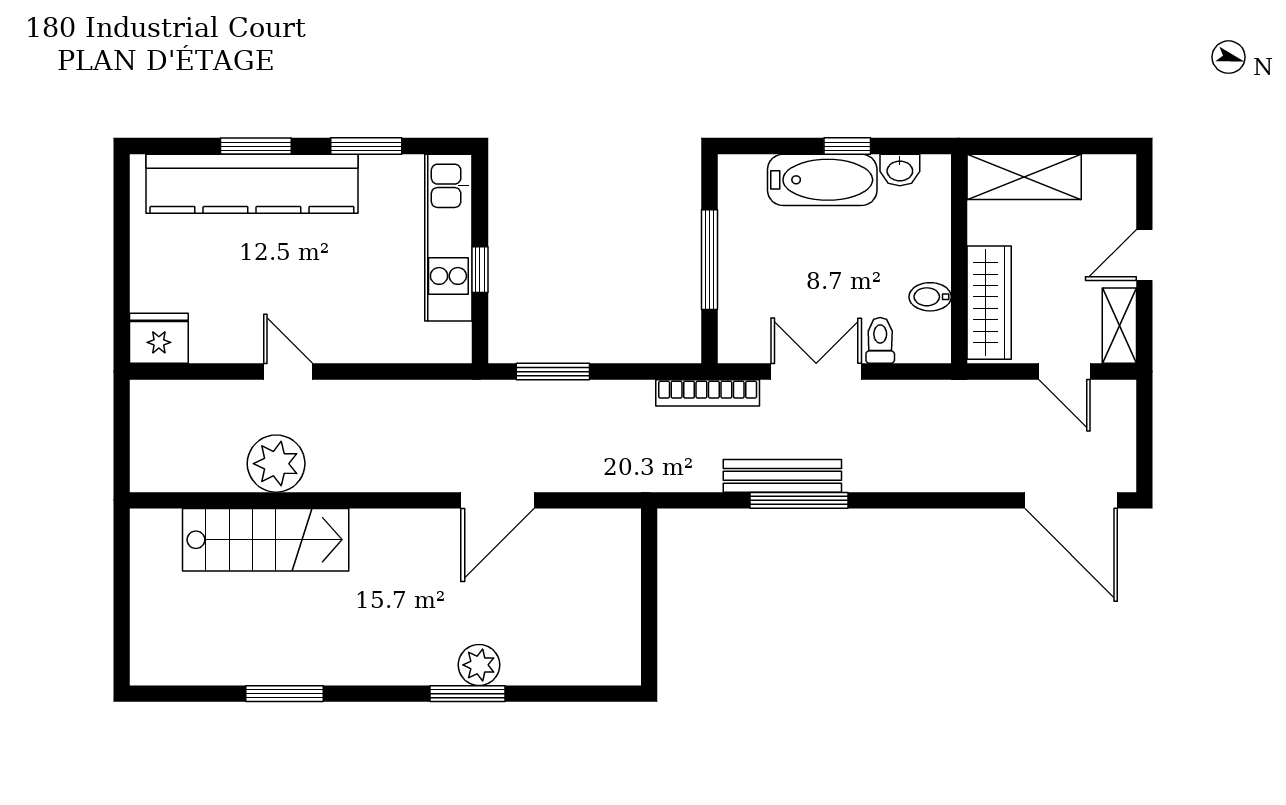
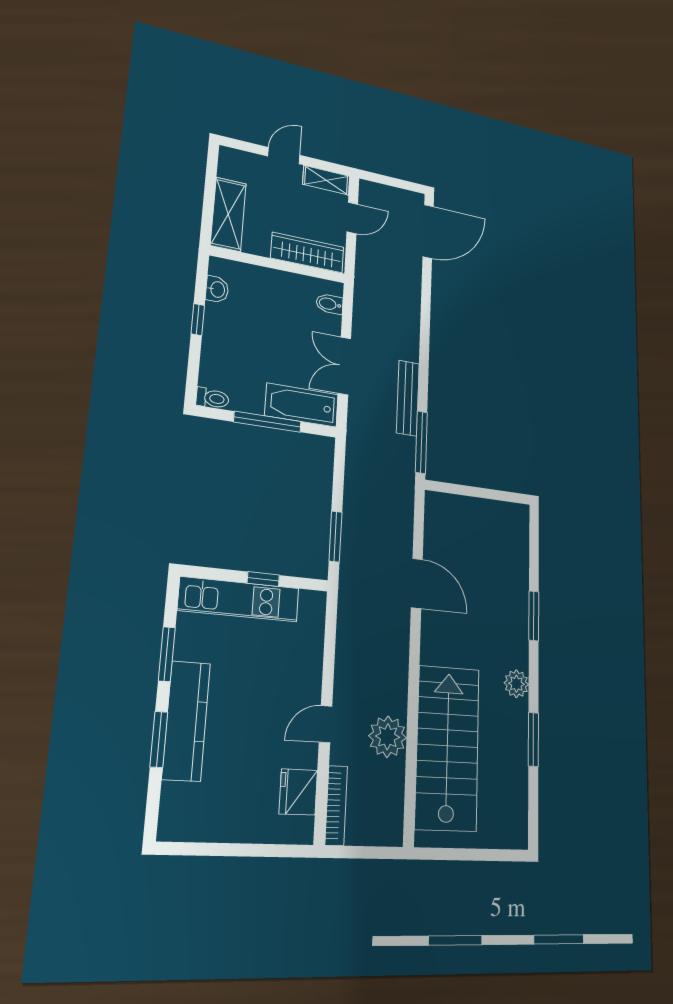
bathtub: (822, 180) -> (302, 405), moved, turned -90
kitchen counter: (252, 184) -> (186, 721), width x0.72, depth x0.86
door: (1144, 255) -> (284, 156), swing flipped
bidet: (930, 297) -> (330, 304), moved, turned 90
fridge: (159, 338) -> (298, 792), moved
toilet: (880, 340) -> (212, 398), moved, turned 180
bookcase: (708, 393) -> (336, 805), moved
window: (799, 500) -> (421, 442), moved
stairs: (266, 540) -> (447, 748), width x1.36, depth x1.51
plant: (479, 665) -> (516, 684), moved

